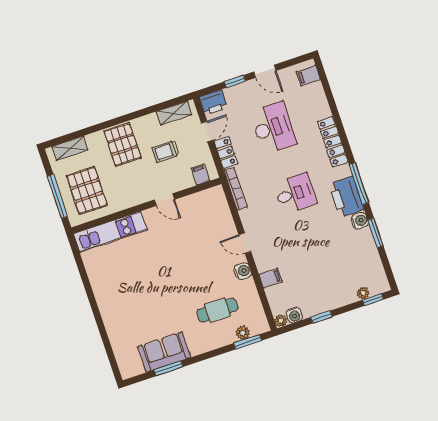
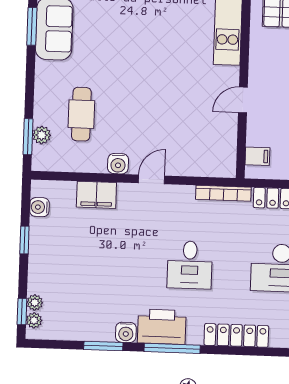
filing cabinet: (270, 278) -> (96, 195), width x2.00
plant: (281, 321) -> (34, 320), moved

